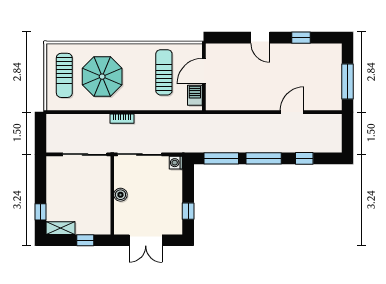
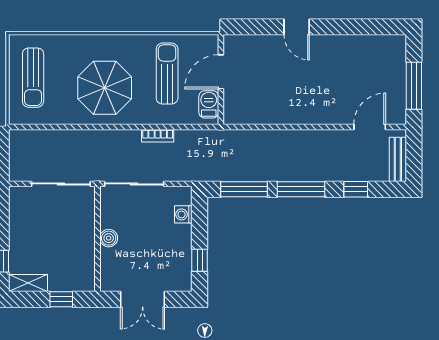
window: (301, 38) -> (351, 27), removed
parasol: (102, 77) -> (105, 88), moved
door: (292, 112) -> (370, 127), moved
bookcase: (122, 119) -> (158, 136), moved
bench: (336, 136) -> (398, 159), added
washing machine: (176, 163) -> (183, 214), moved

